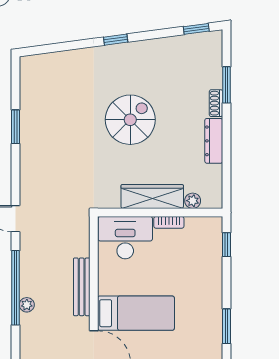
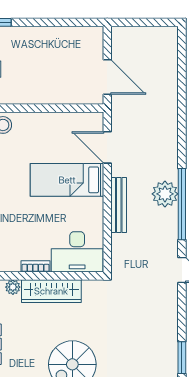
plant: (27, 305) -> (165, 194), width x1.88, depth x1.88

